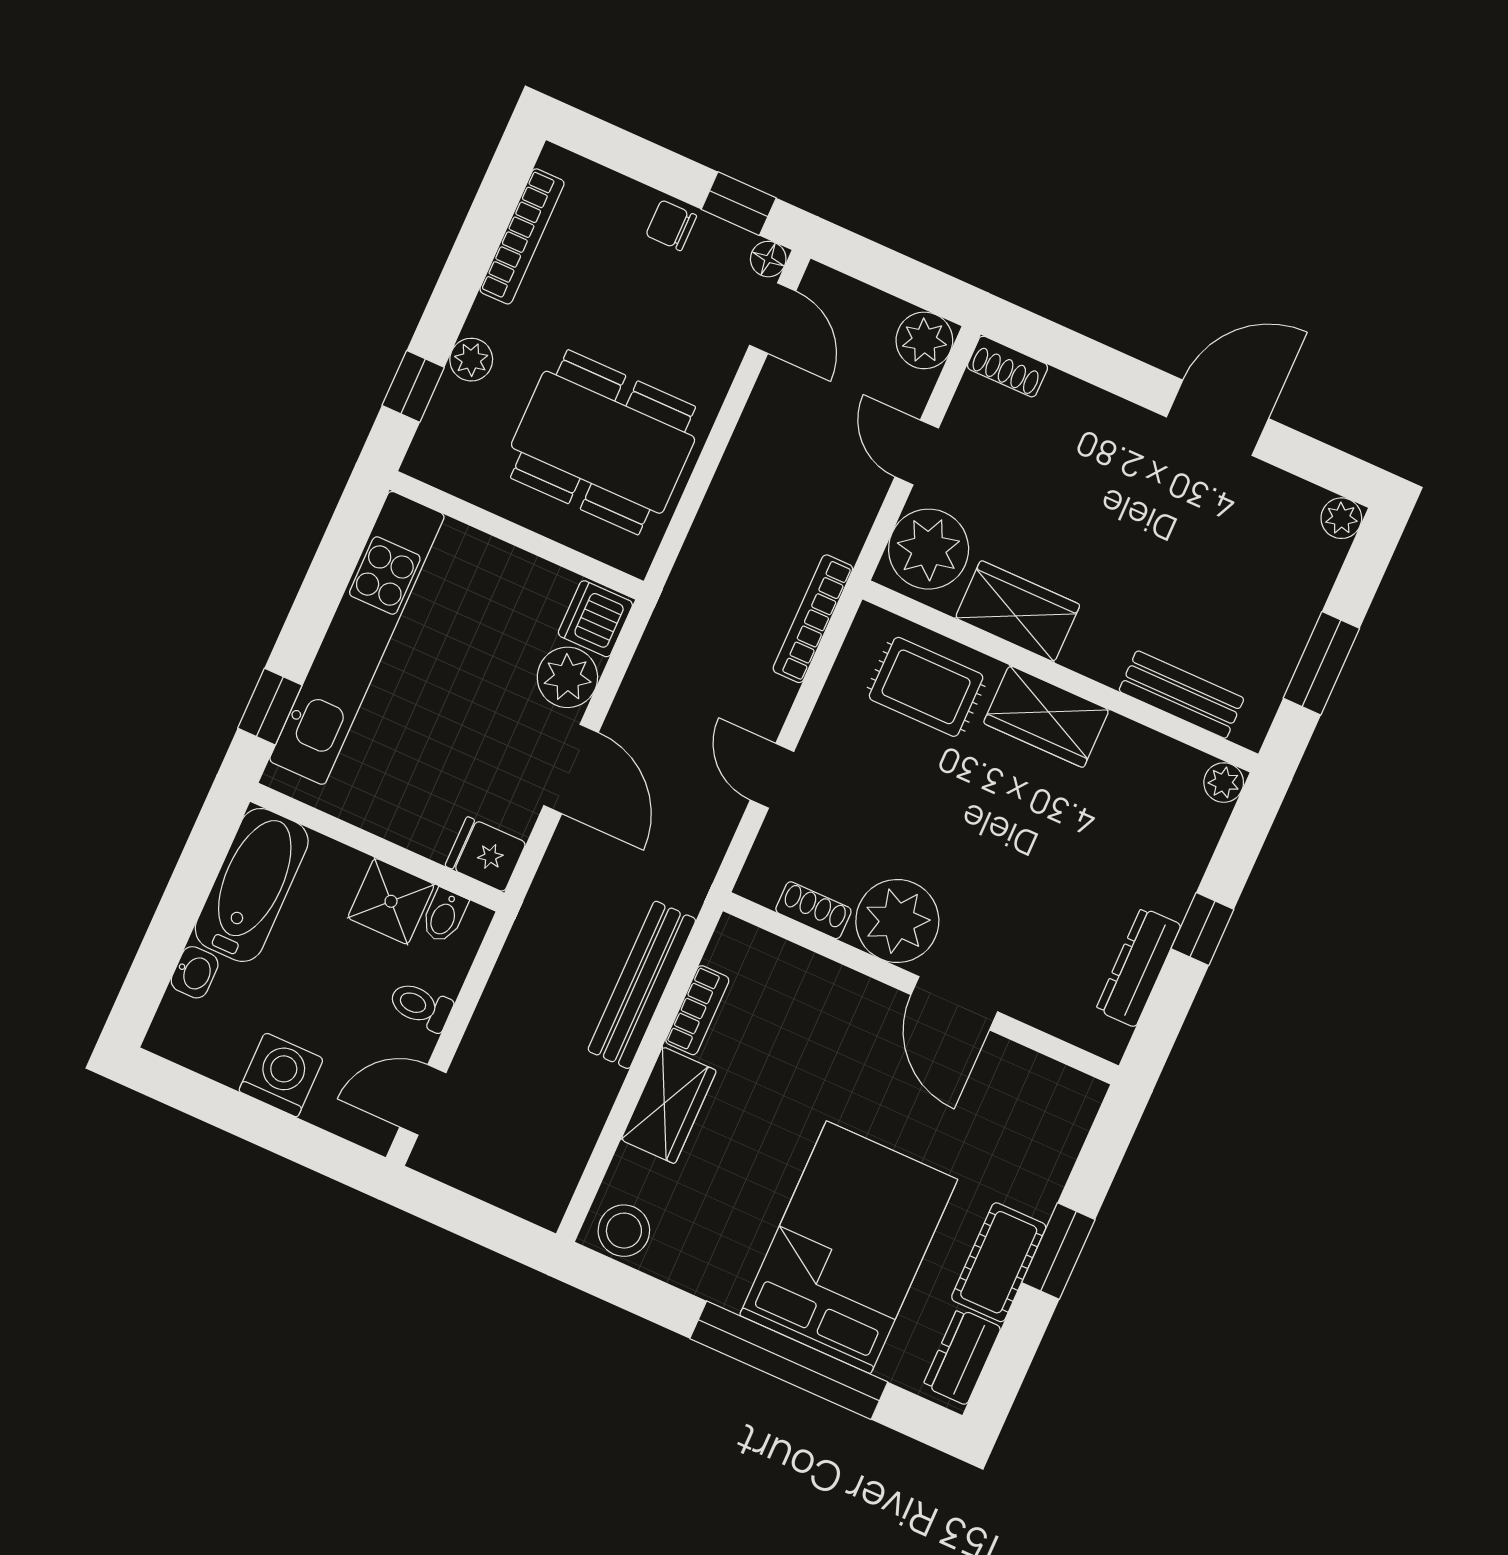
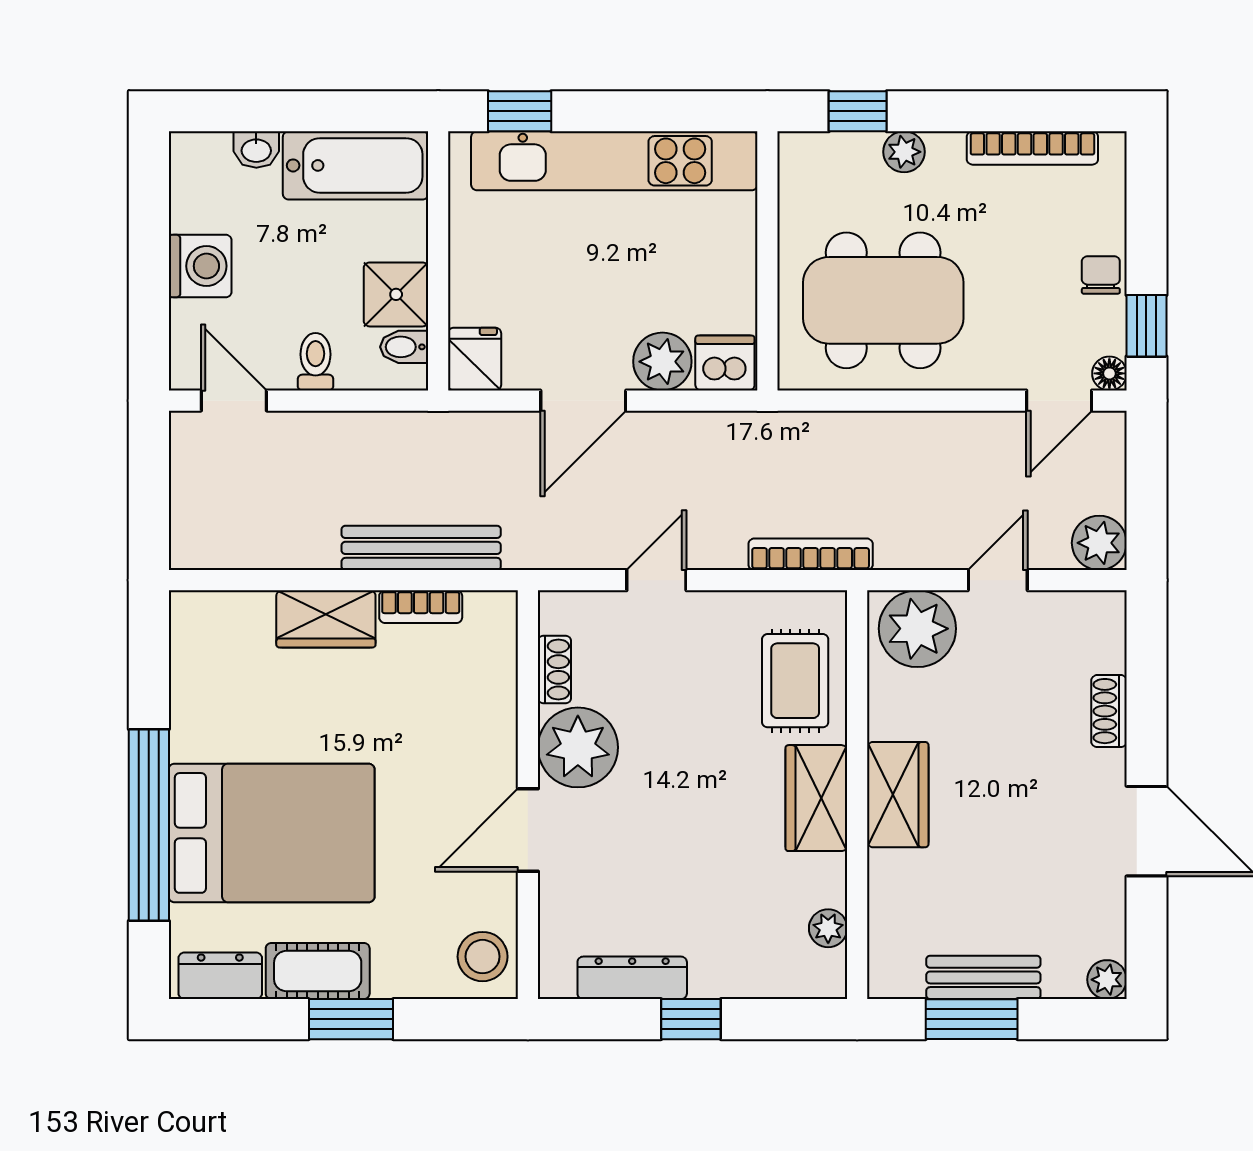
shoe rack: (1008, 367) -> (1109, 711), moved
dining table: (603, 442) -> (883, 300), turned 90
wardrobe: (1018, 611) -> (898, 795), moved
bench: (1181, 695) -> (983, 977), moved, turned 90
plant: (1224, 783) -> (828, 928), moved
stool: (624, 1231) -> (483, 957), moved

